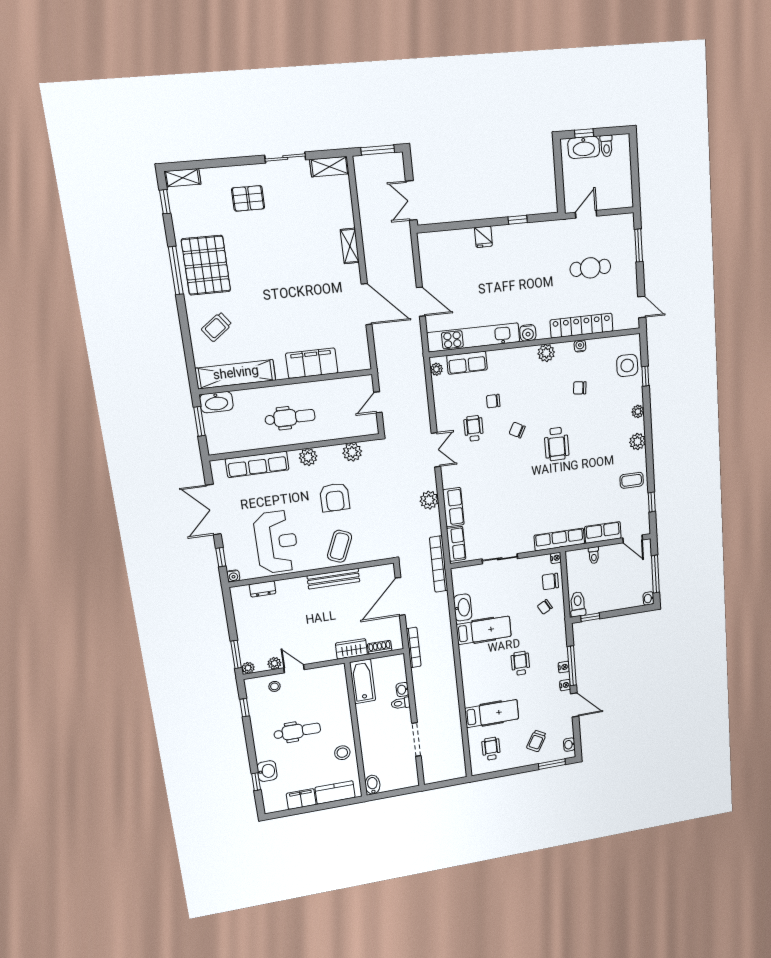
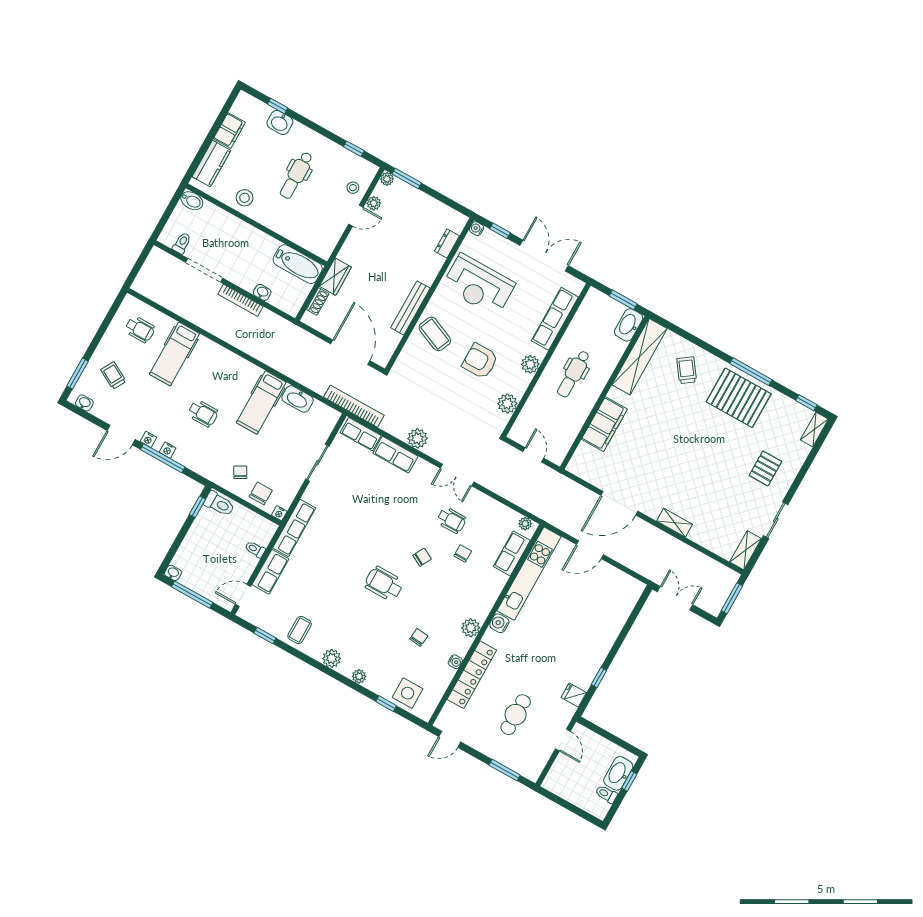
fridge: (483, 237) -> (574, 695), moved
bookcase: (414, 647) -> (241, 300), moved
toilet: (401, 703) -> (182, 243), moved

